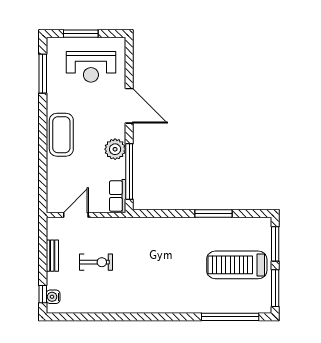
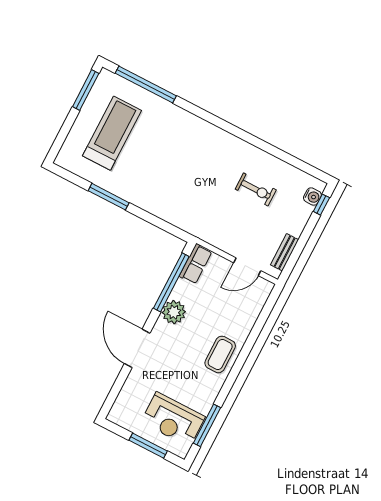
reception desk: (91, 67) -> (173, 419), moved, turned 180
coffee table: (61, 135) -> (220, 354), width x0.73, depth x0.76
window: (275, 244) -> (63, 134), removed
bench: (52, 256) -> (285, 252), moved
exercise bike: (96, 262) -> (256, 189), moved, turned 180
treadmill: (237, 265) -> (112, 133), turned -90

